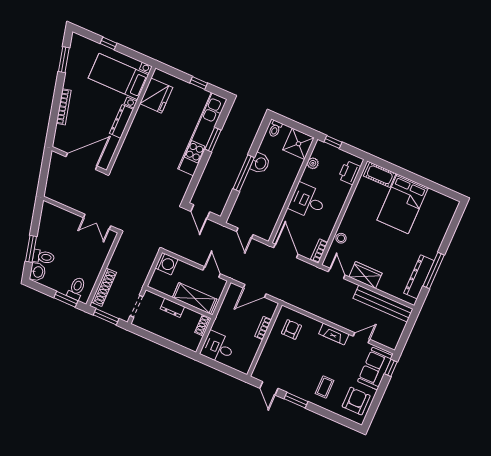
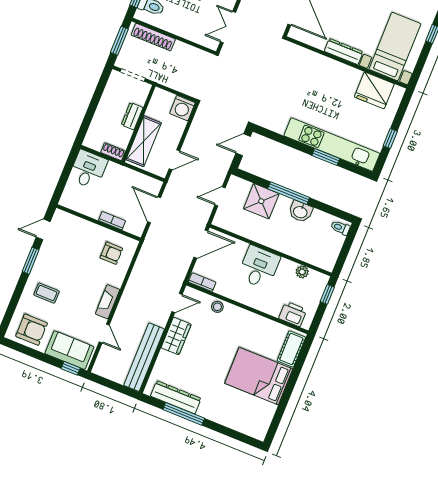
shower: (298, 144) -> (261, 201), moved

